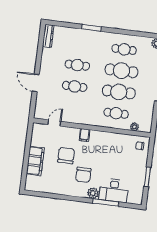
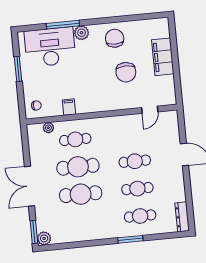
cafe table: (124, 49) -> (140, 216), moved
filing cabinet: (84, 135) -> (69, 107), moved
chair: (83, 175) -> (115, 38), moved
desk: (114, 190) -> (50, 47), width x1.36, depth x1.30

